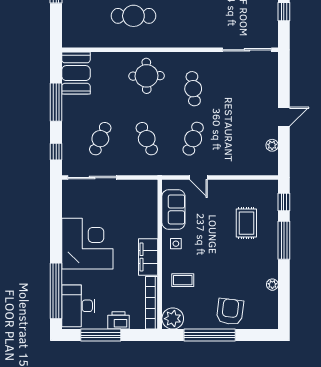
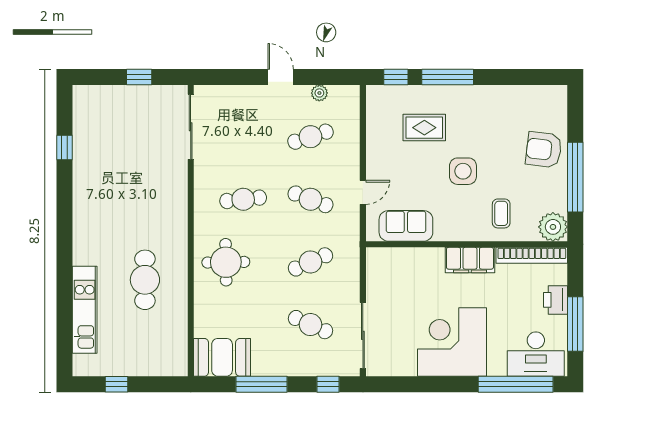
cafe table: (240, 139) -> (310, 137), added
side table: (176, 244) -> (463, 171), moved, width x1.87, depth x1.87
plant: (272, 285) -> (507, 93), removed

